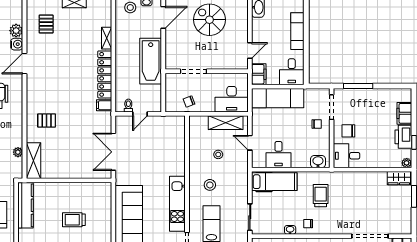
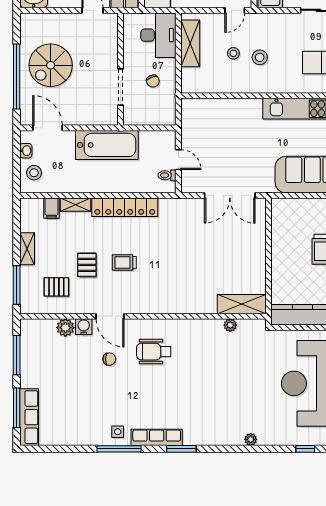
trolley: (64, 74) -> (124, 263), added
chair: (189, 101) -> (153, 81), moved
filing cabinet: (104, 105) -> (51, 208), moved
pallet: (47, 121) -> (87, 265), moved
door: (250, 143) -> (235, 10), moved
stool: (210, 185) -> (260, 57), moved

